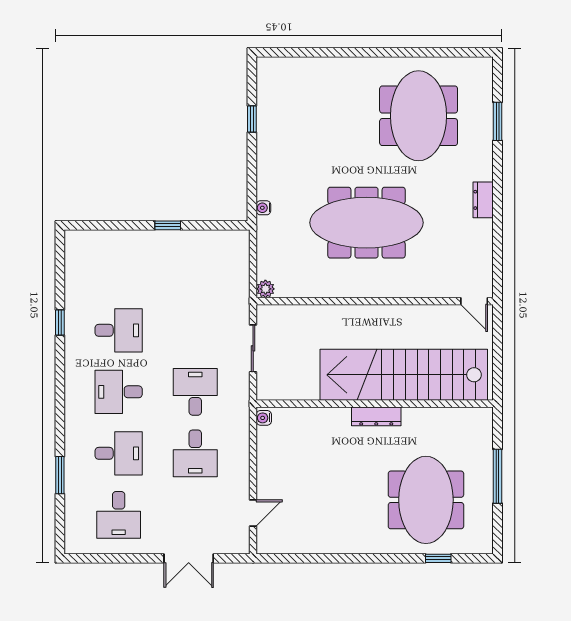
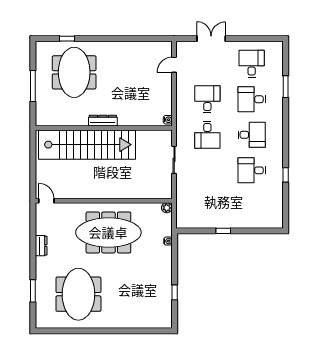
plant: (265, 289) -> (167, 208), moved
wall: (375, 301) -> (104, 201), moved
door: (474, 301) -> (46, 201), moved

